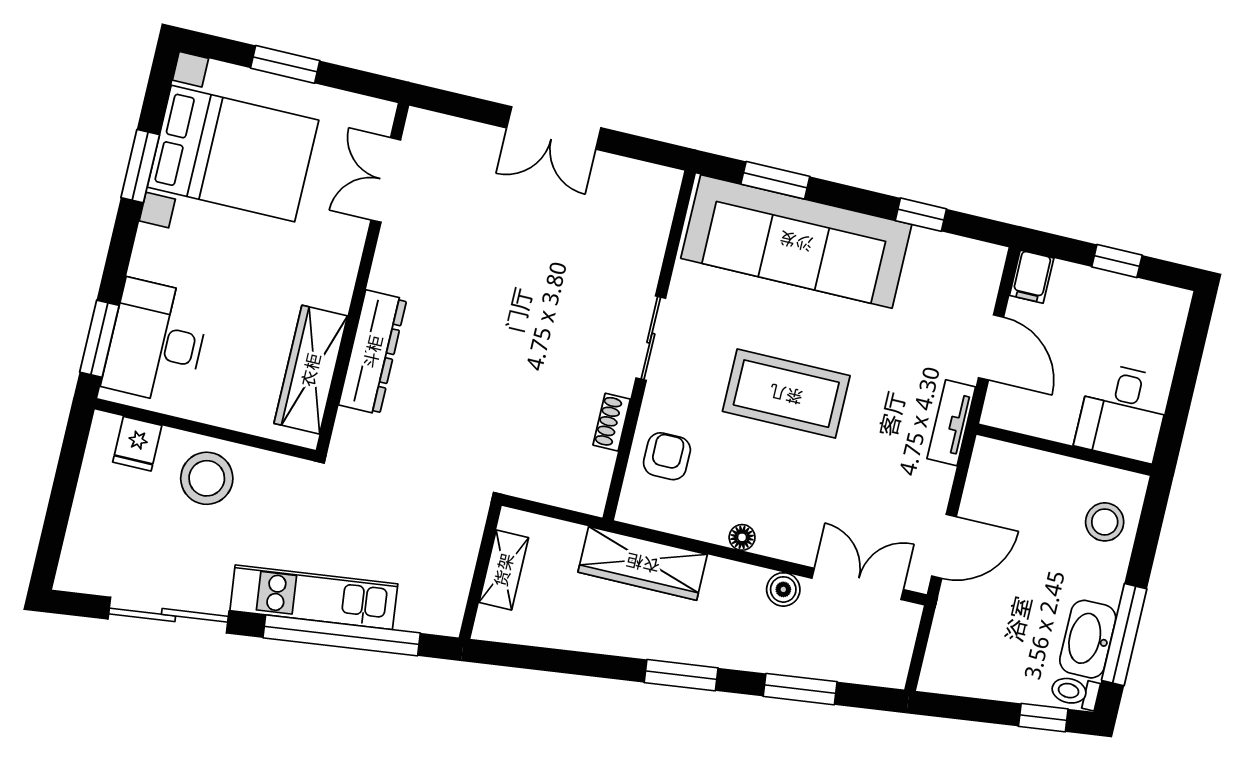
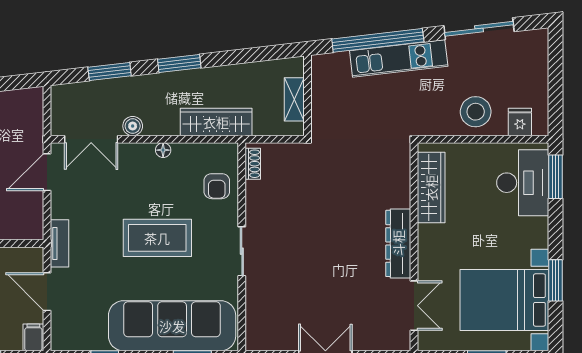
dresser: (373, 352) -> (398, 243), moved
shoe rack: (612, 422) -> (253, 164), moved

